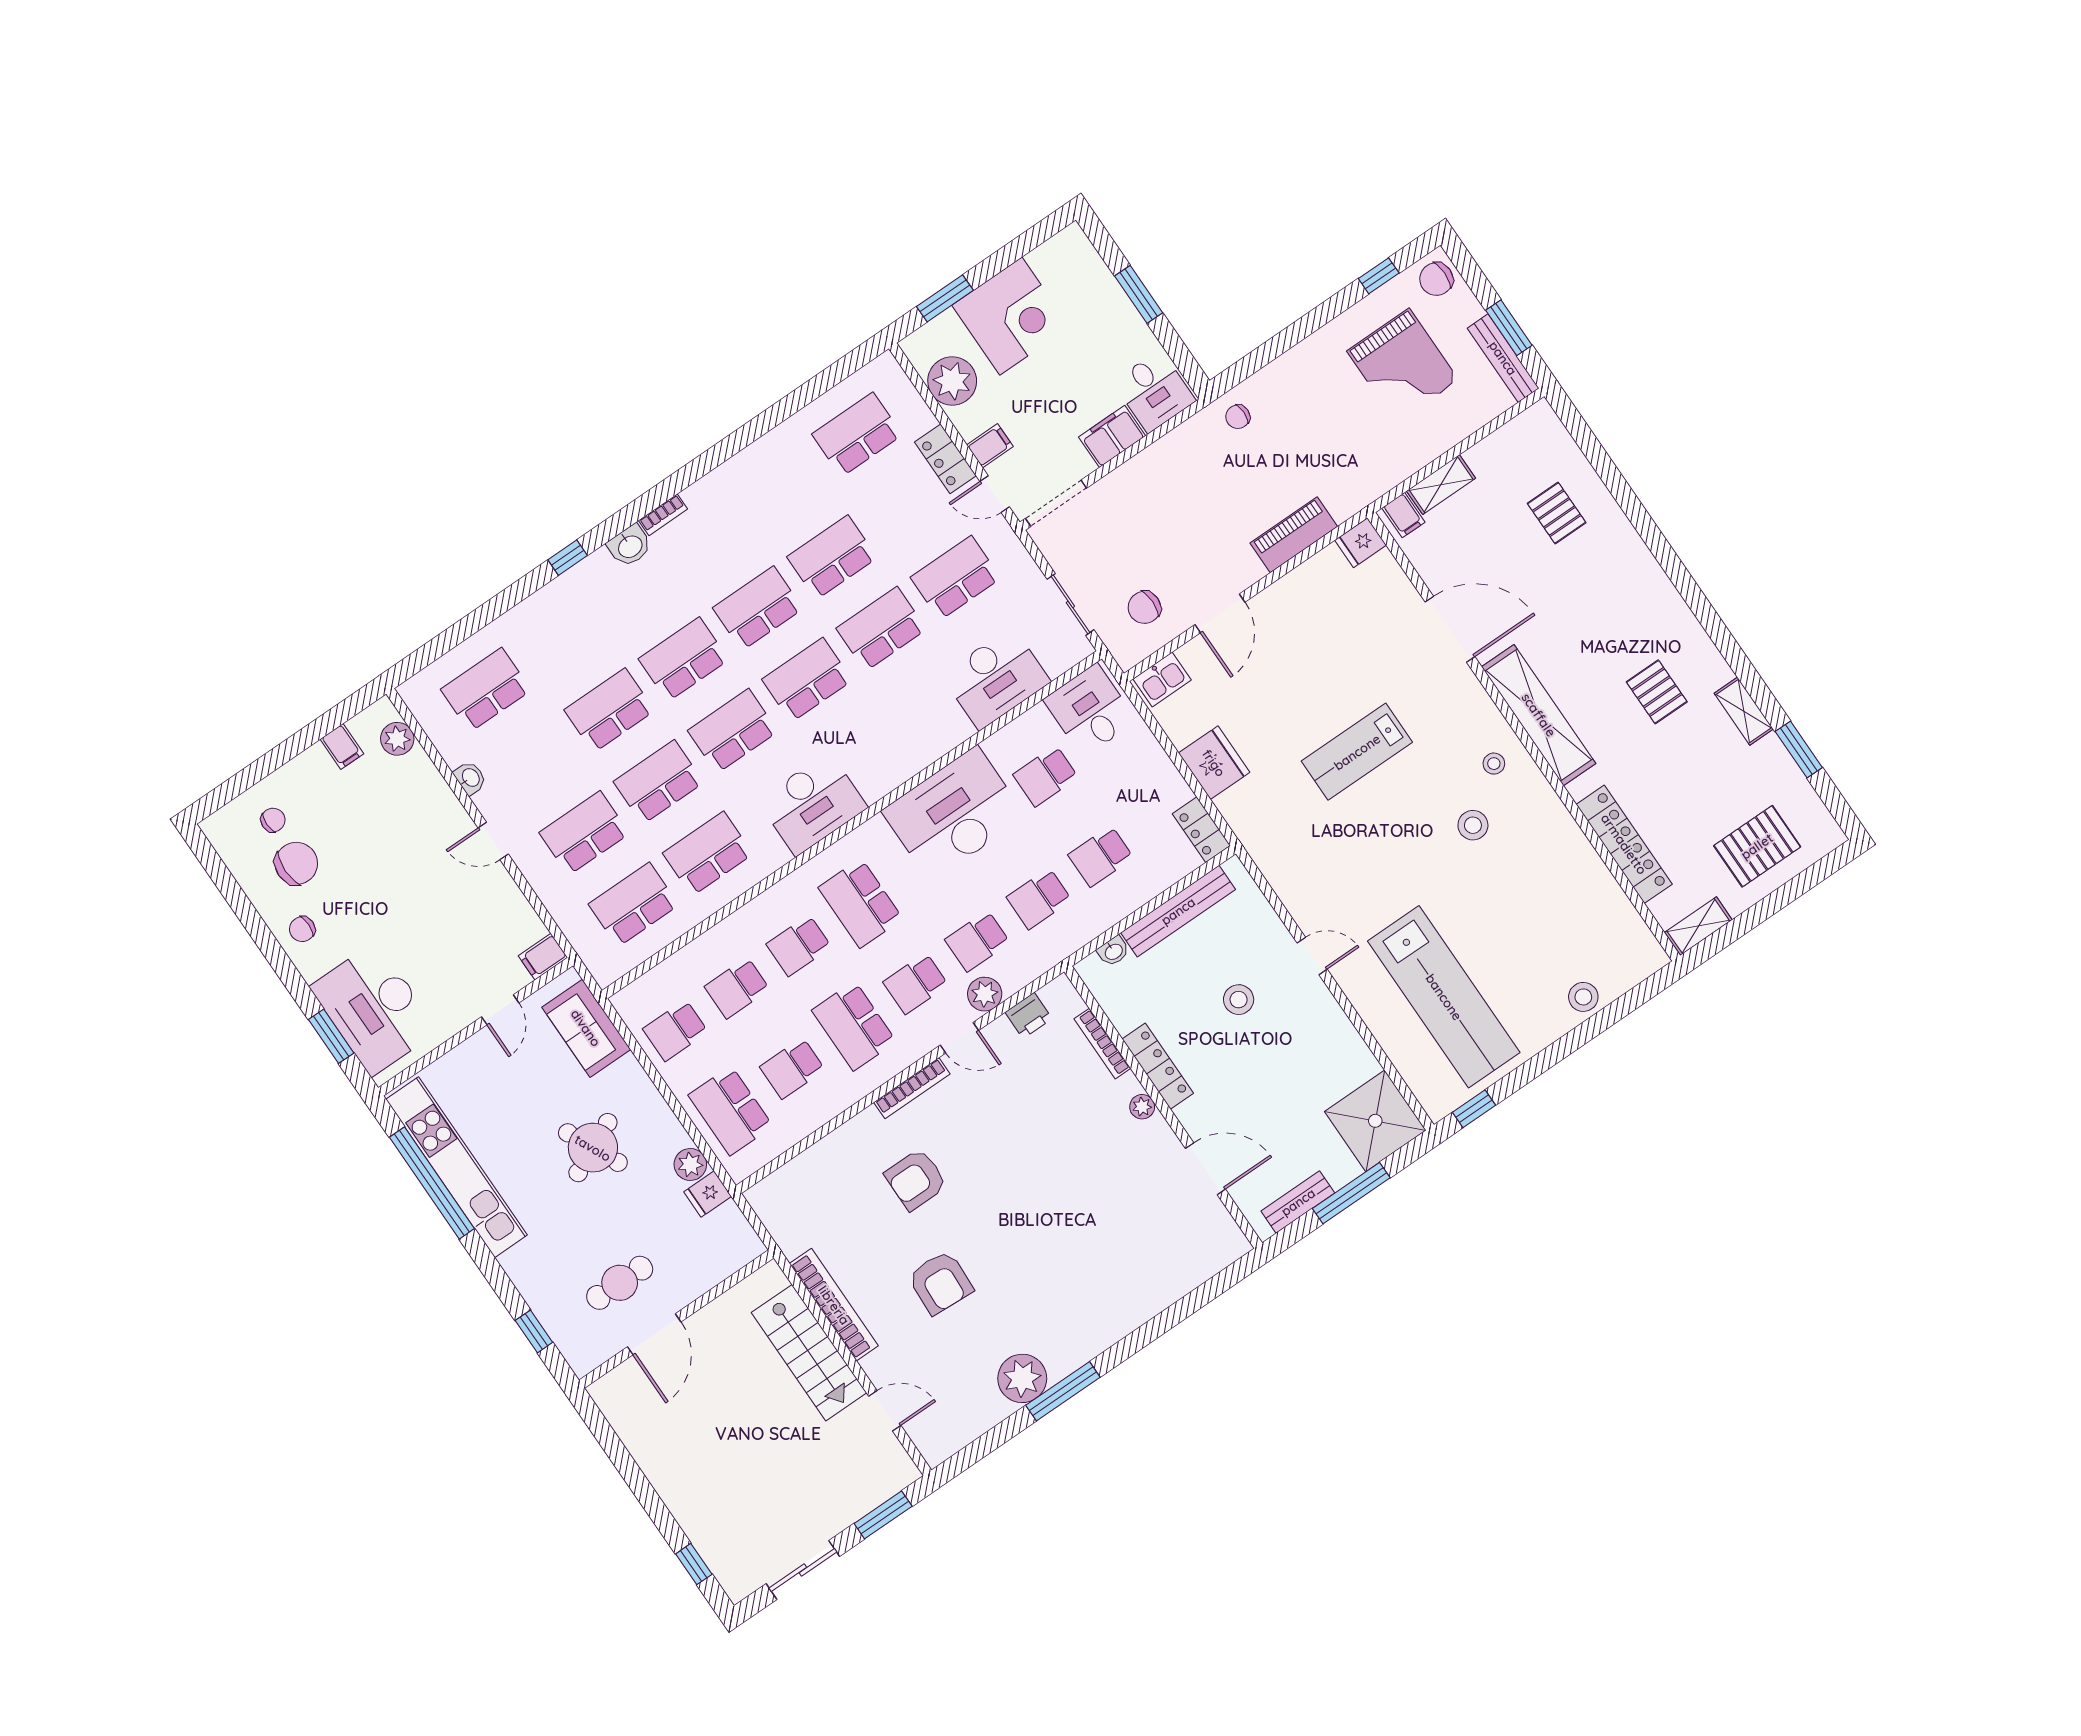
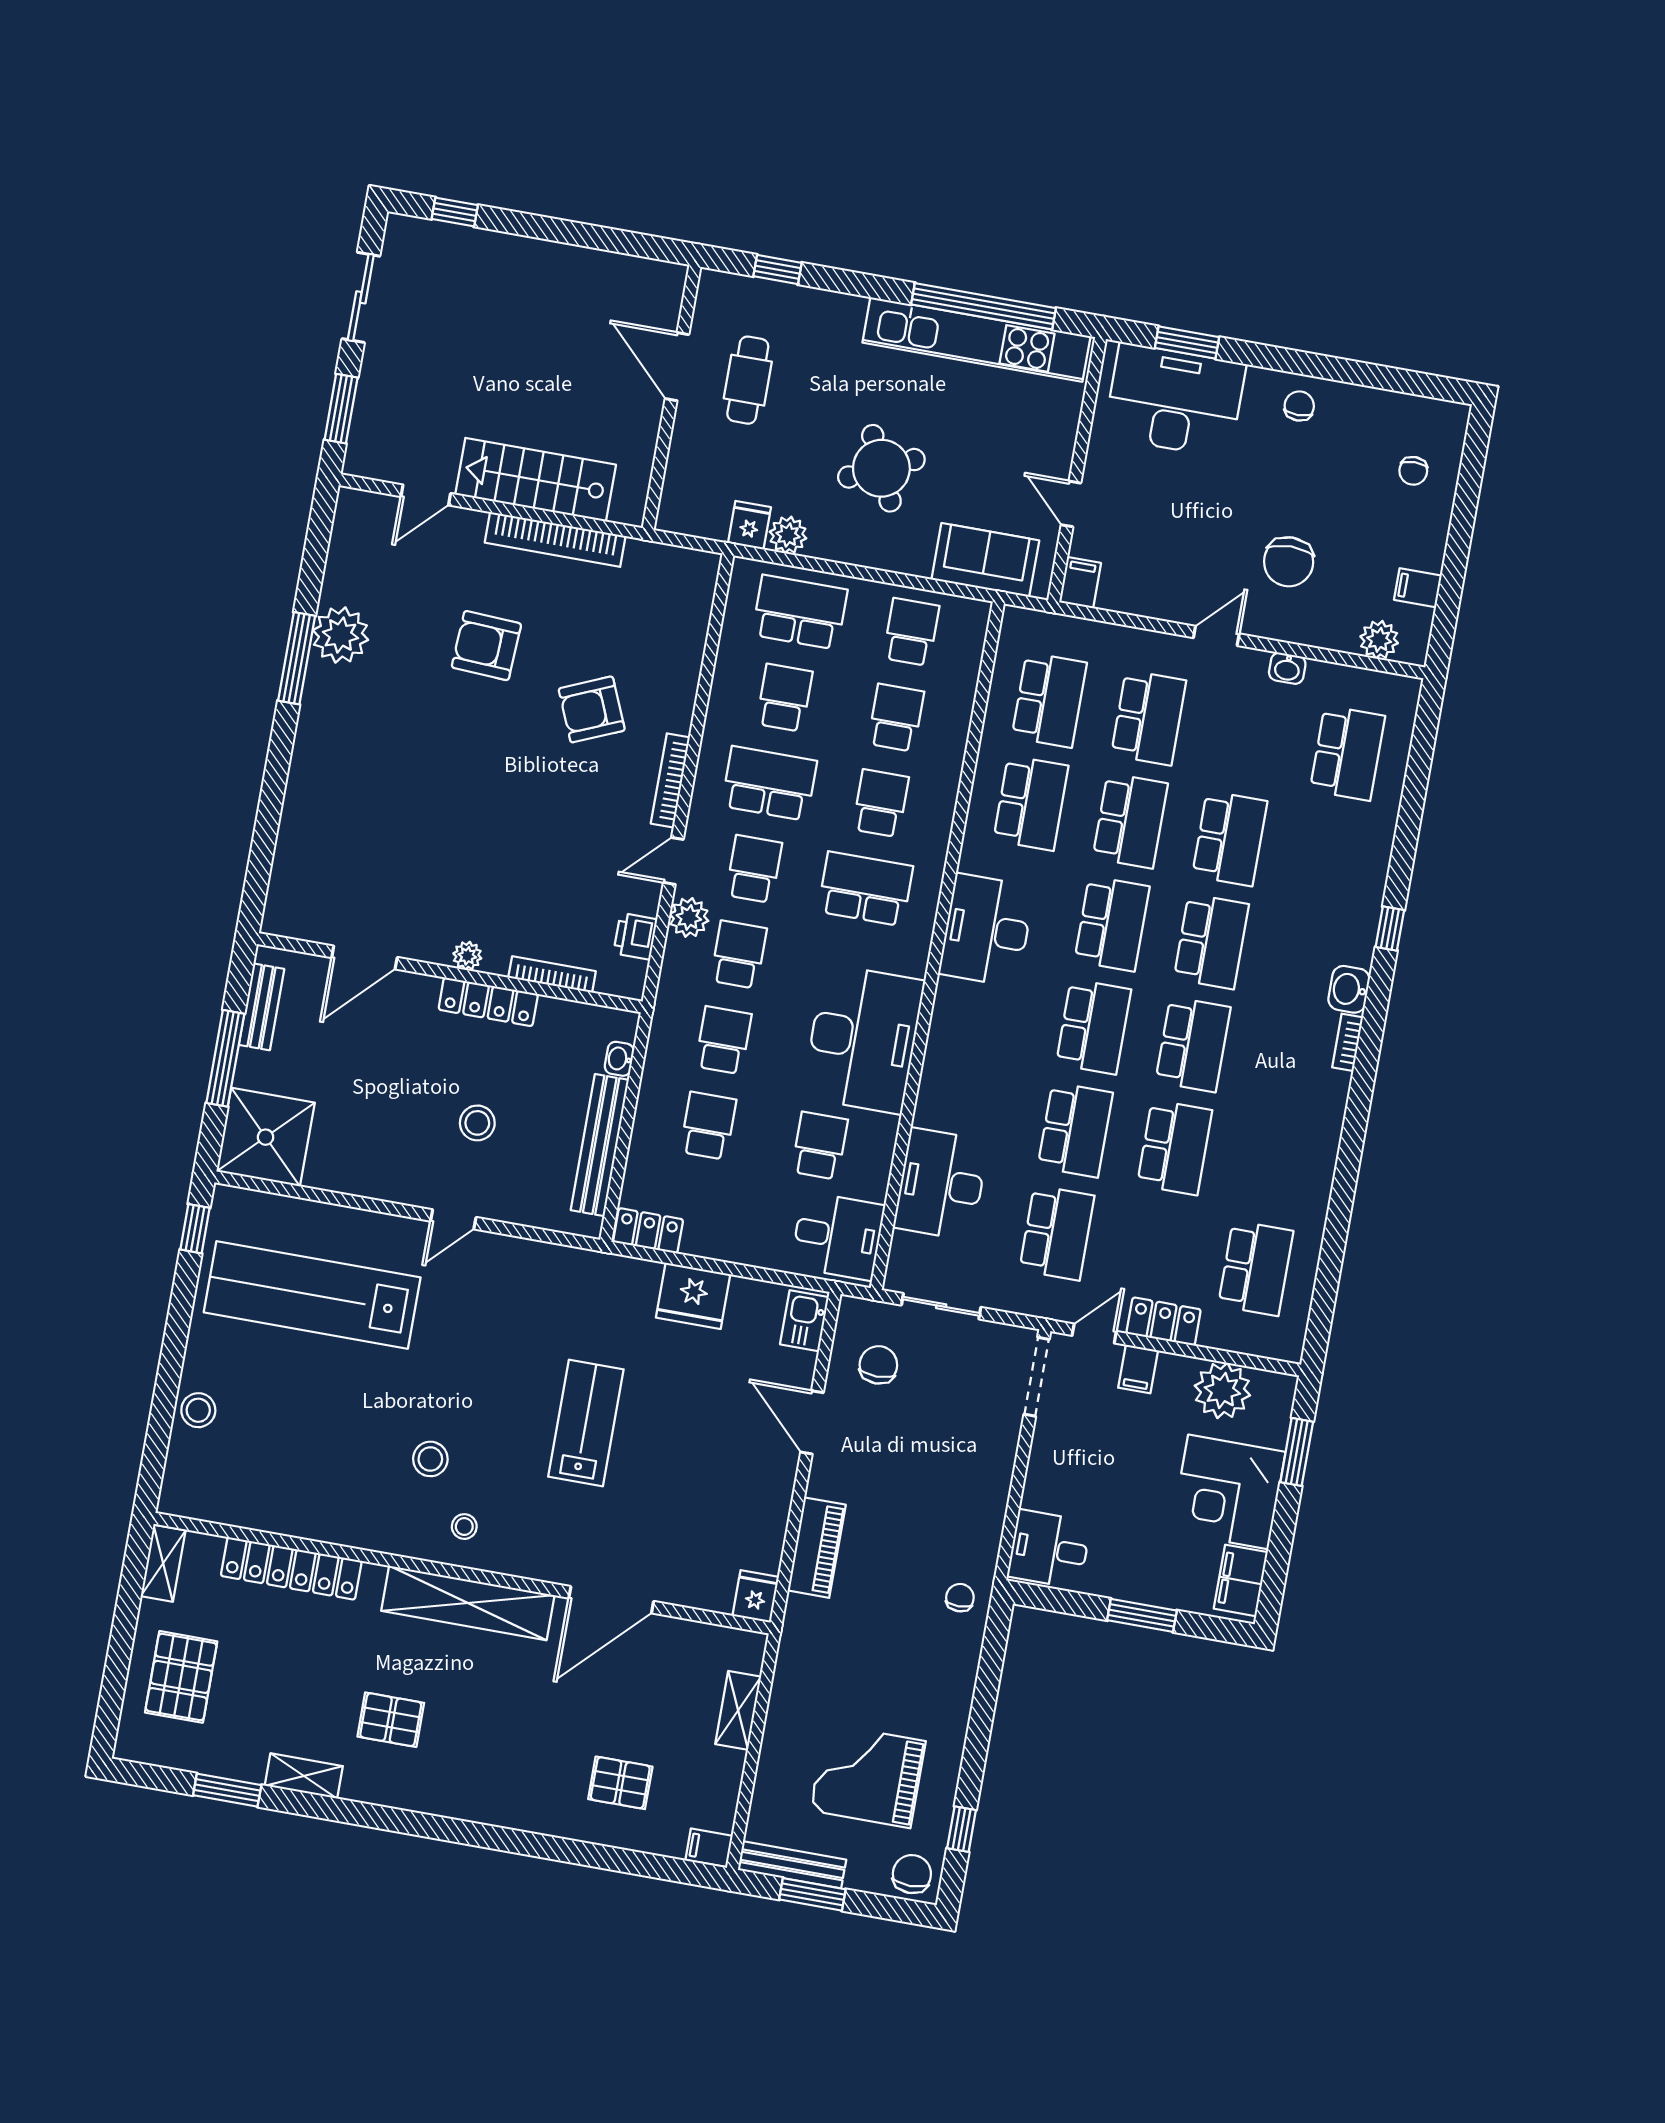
filing cabinet: (1112, 436) -> (1241, 1580), moved, turned 180
filing cabinet: (1403, 515) -> (709, 1848), moved
chair: (296, 863) -> (1289, 562), moved
armchair: (916, 1179) -> (592, 709), turned -113

